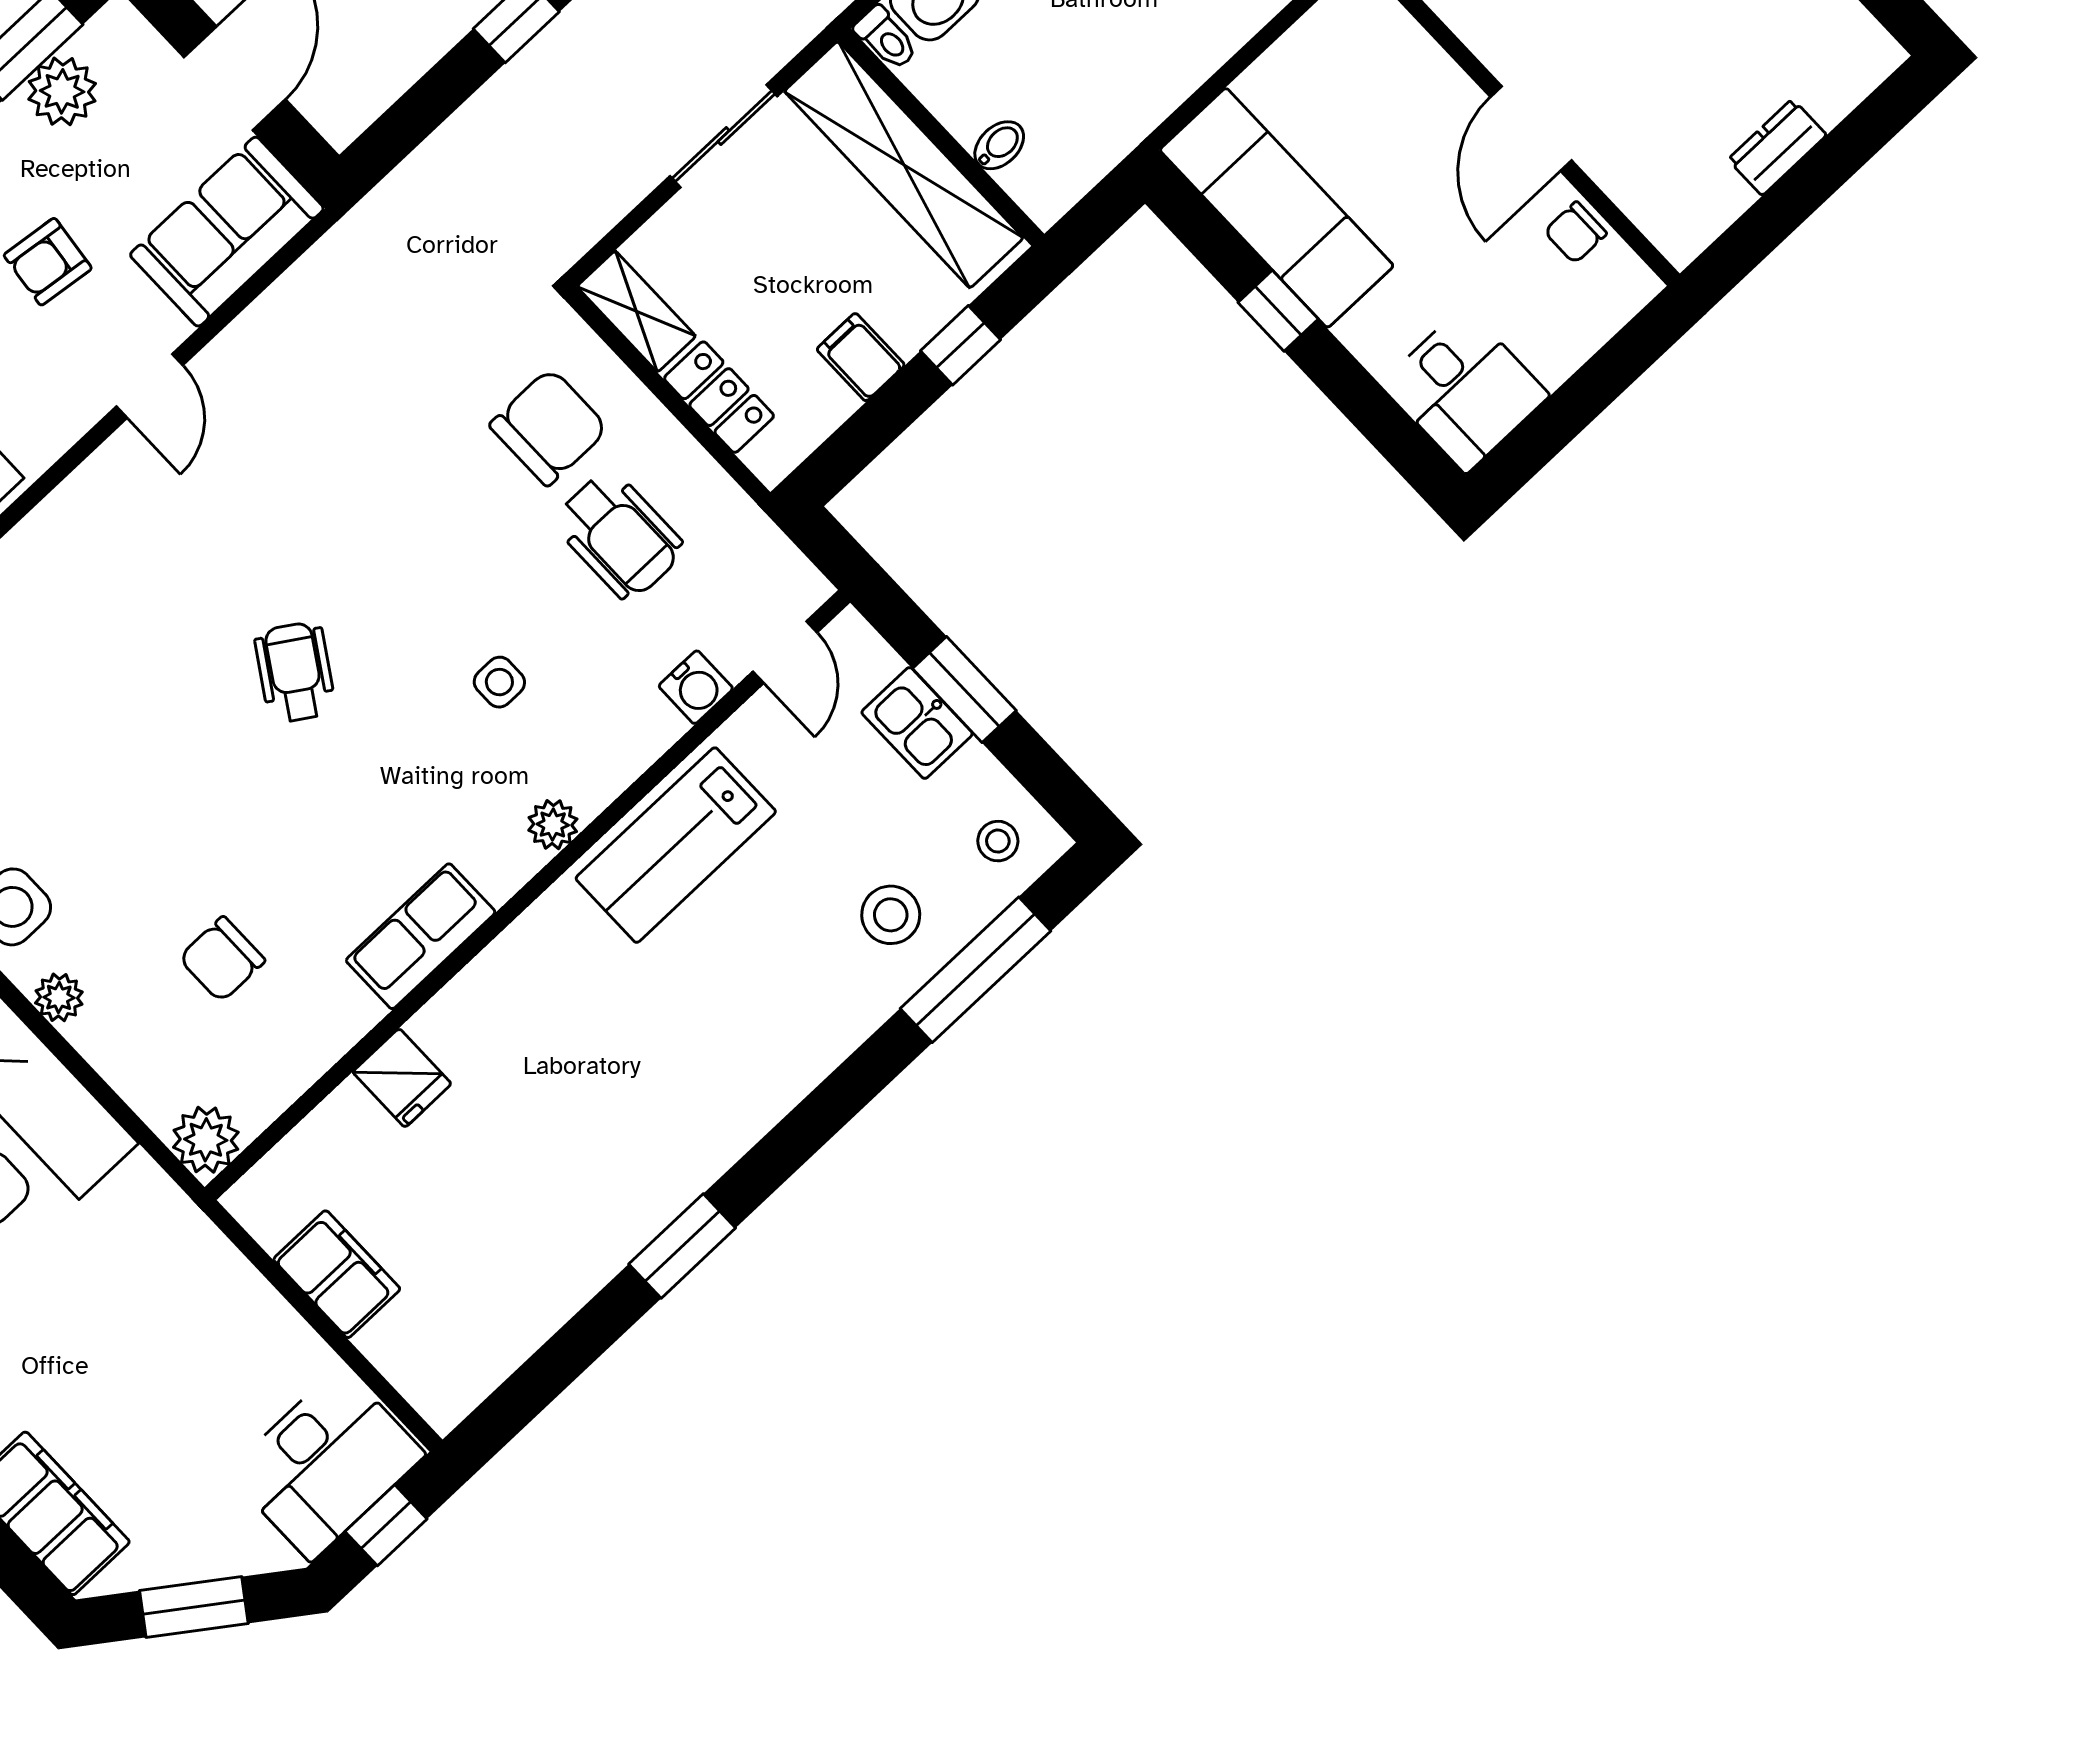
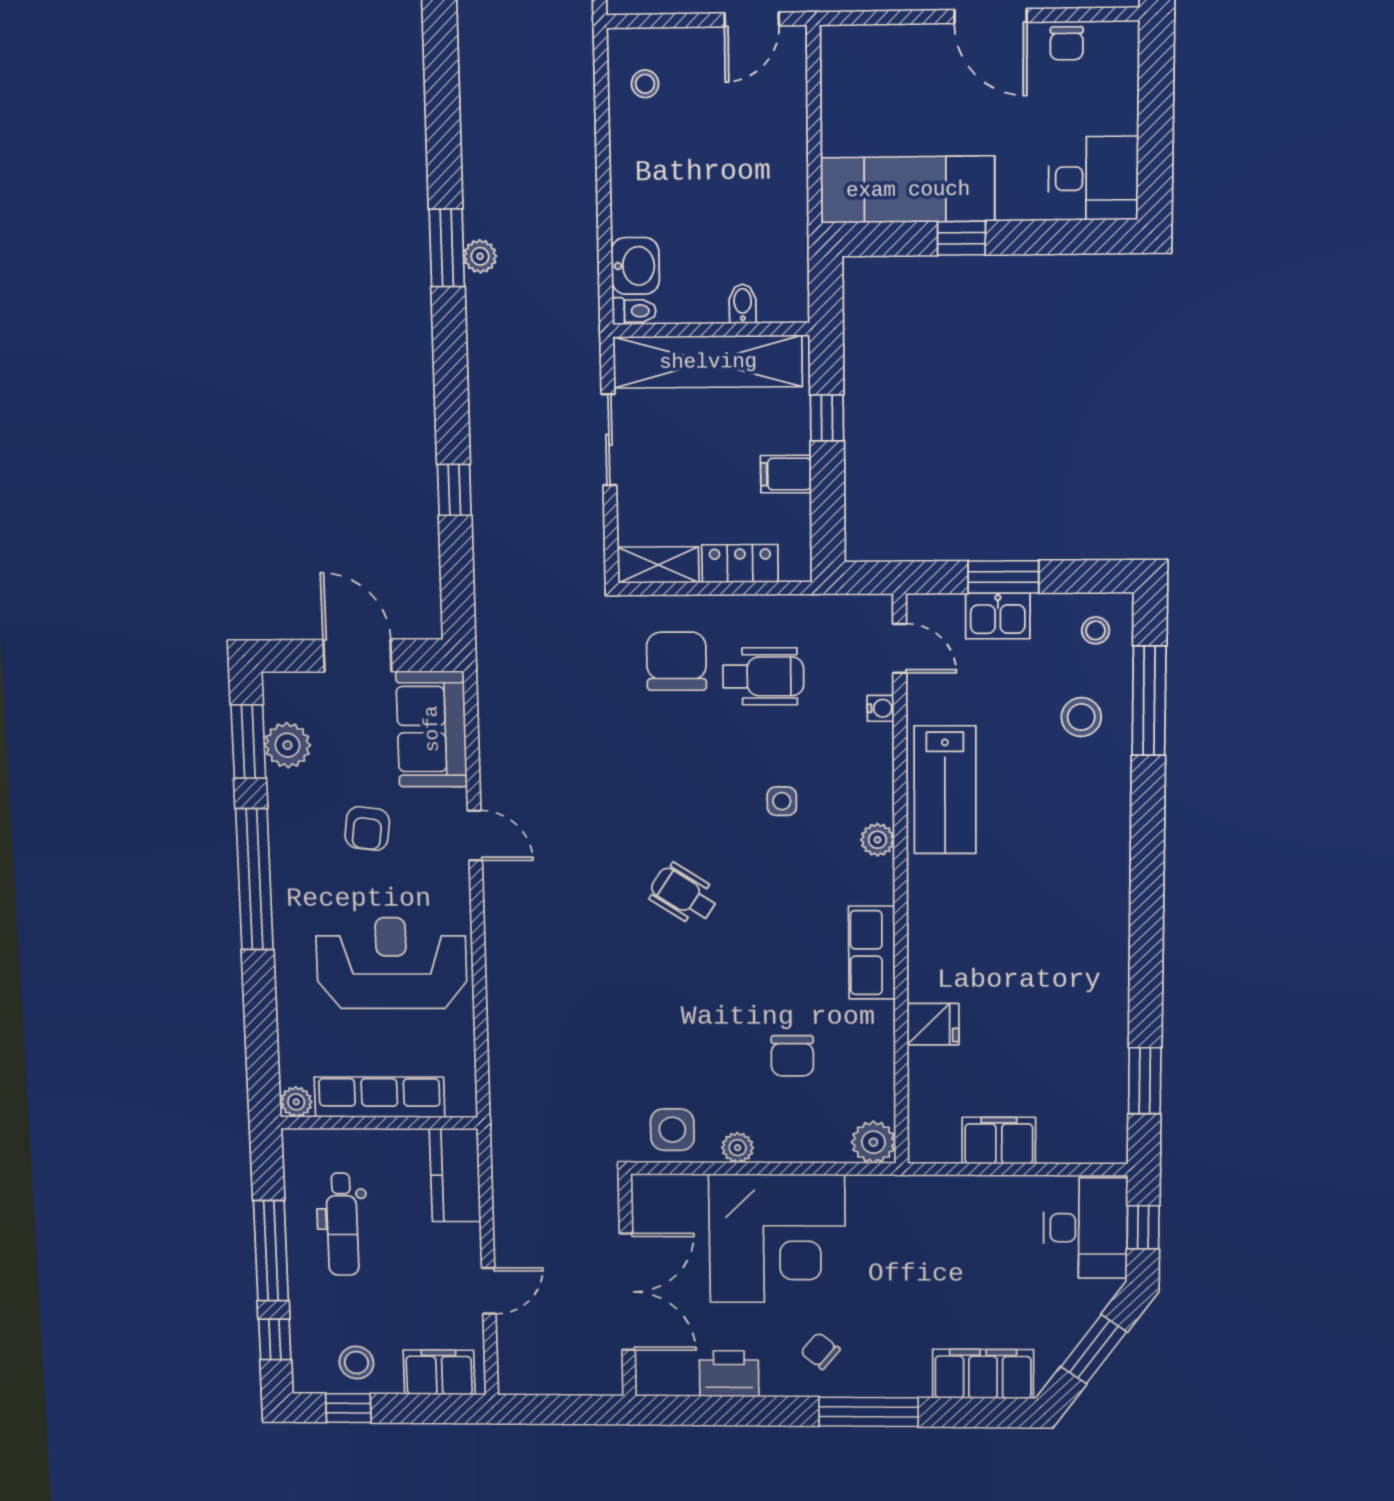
water cooler: (696, 687) -> (881, 708), width x0.72, depth x0.72
window: (682, 1246) -> (1145, 1081), moved

